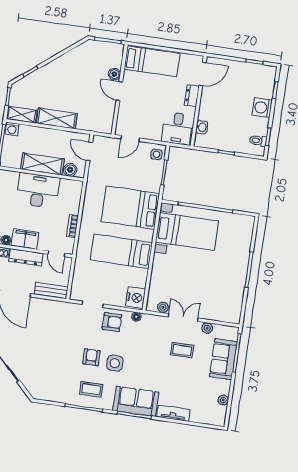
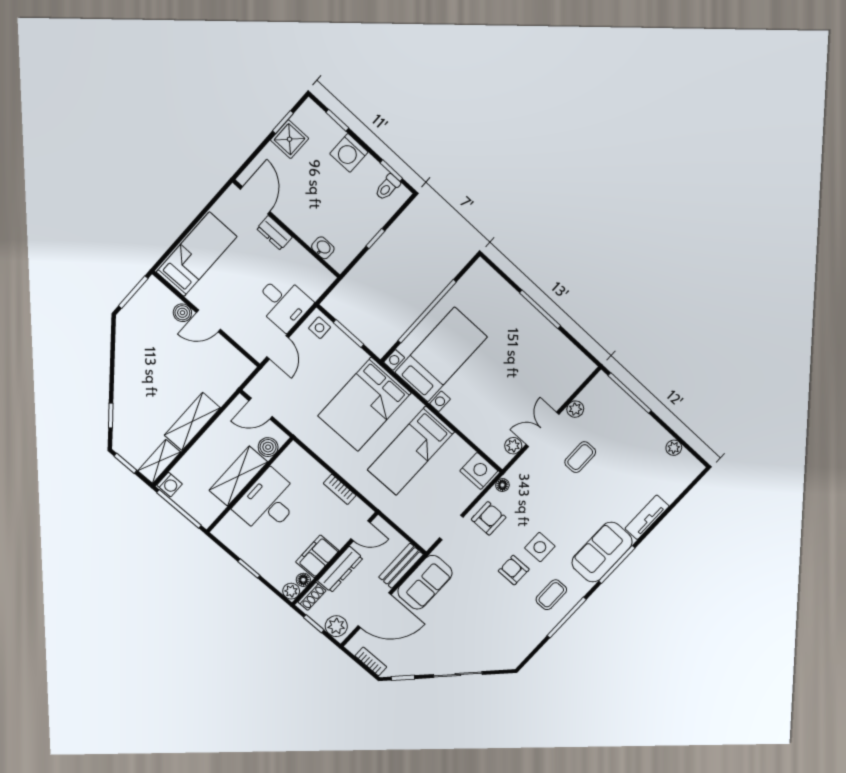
shower: (248, 71) -> (290, 139), added
desk: (177, 128) -> (283, 303), moved
sofa: (223, 359) -> (425, 582), moved, turned -90

